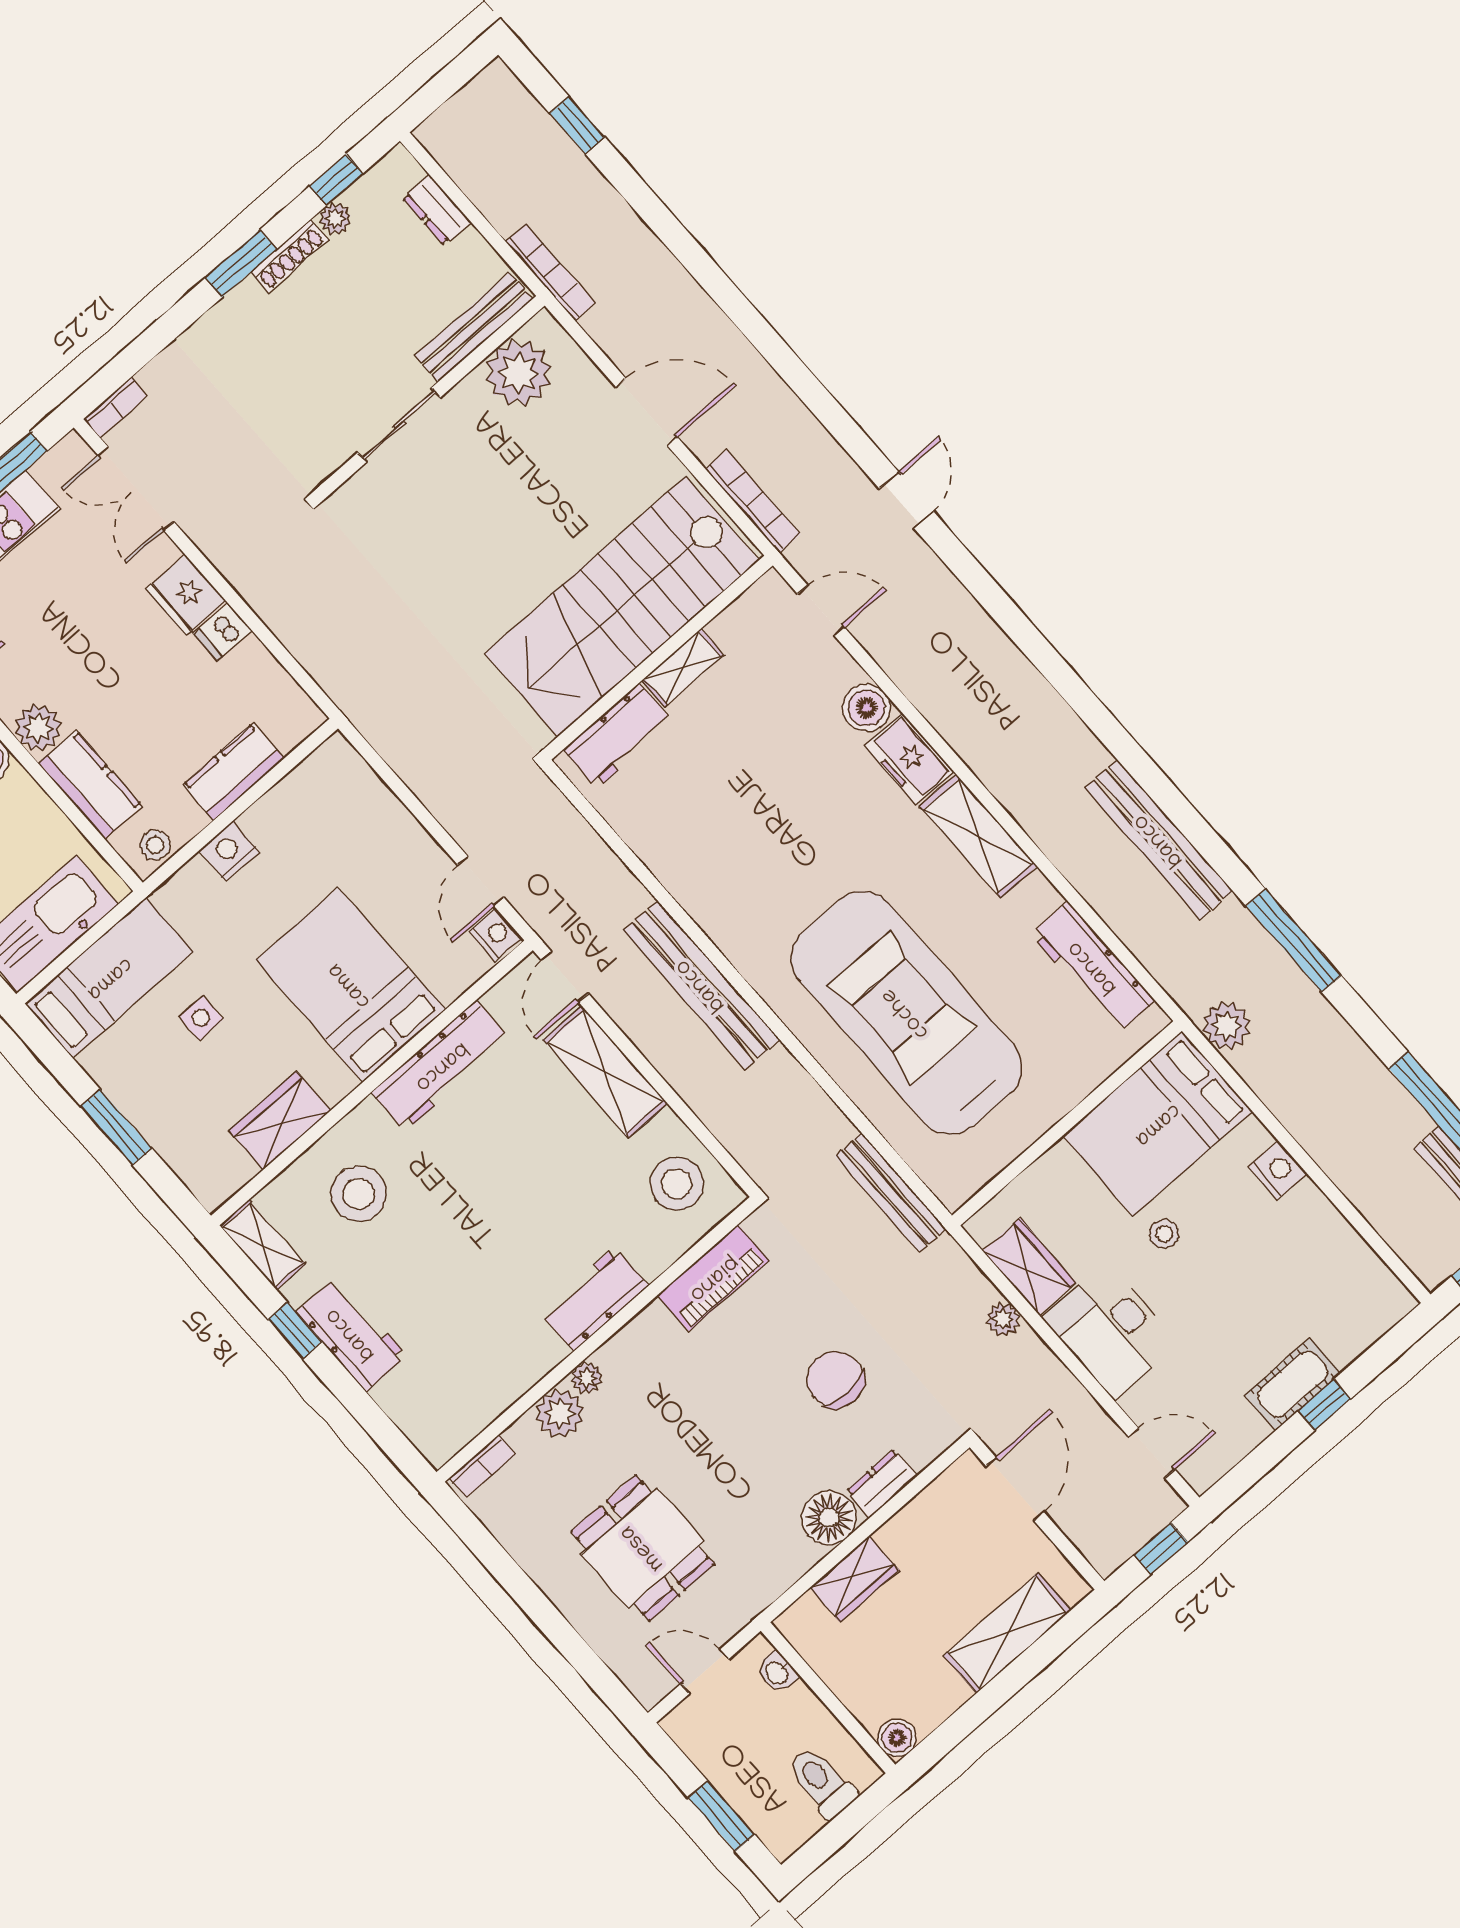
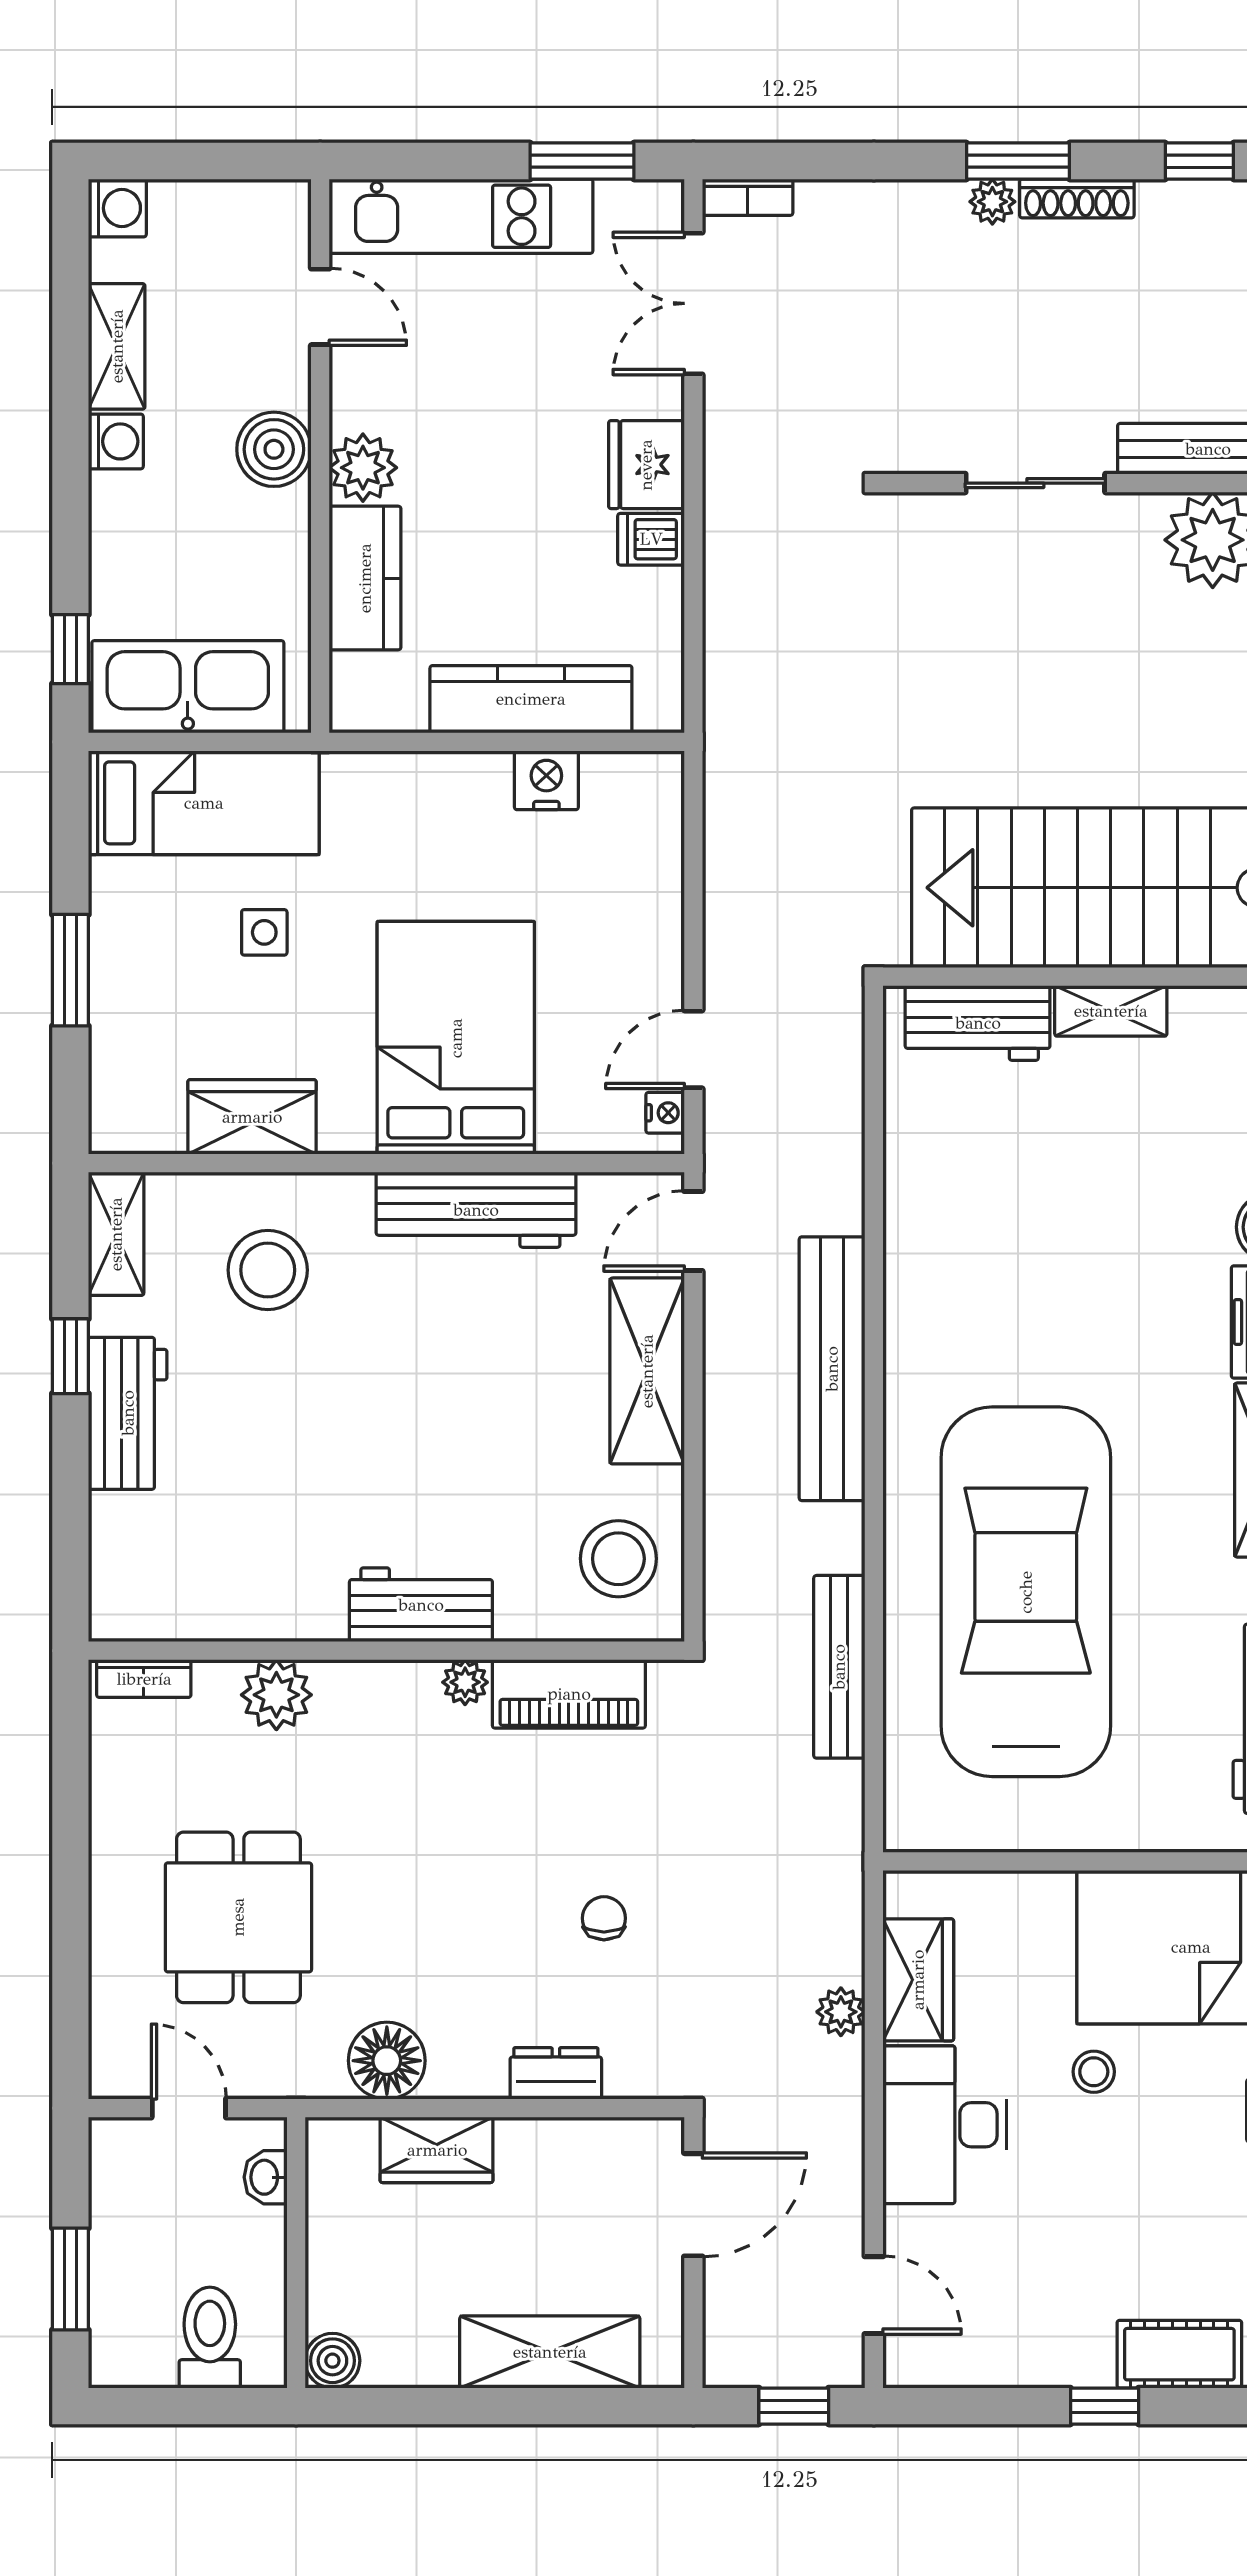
plant: (335, 219) -> (992, 202), moved
kitchen counter: (233, 772) -> (531, 699), width x1.50
stool: (155, 845) -> (378, 704), removed
nightstand: (229, 851) -> (546, 780), moved
nightstand: (495, 935) -> (665, 1113), width x0.72, depth x0.74
bench: (890, 1193) -> (839, 1667), moved
plant: (587, 1378) -> (465, 1682), moved
chair: (835, 1380) -> (604, 1918), width x0.54, depth x0.54
cot: (1293, 1384) -> (1179, 2354), moved
floor lamp: (829, 1518) -> (387, 2061), moved

